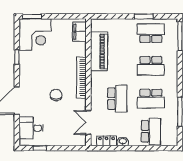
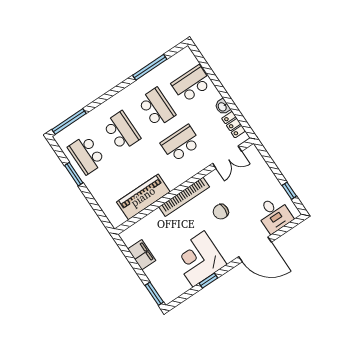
filing cabinet: (79, 32) -> (142, 255), moved, turned -90
corner desk: (35, 35) -> (199, 259), moved, turned -90

